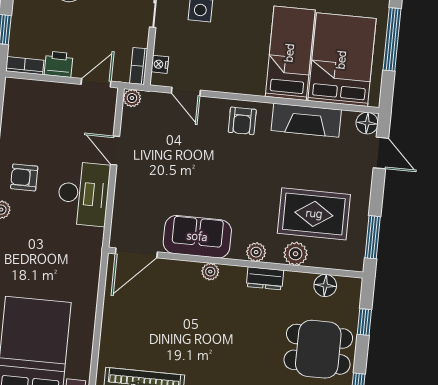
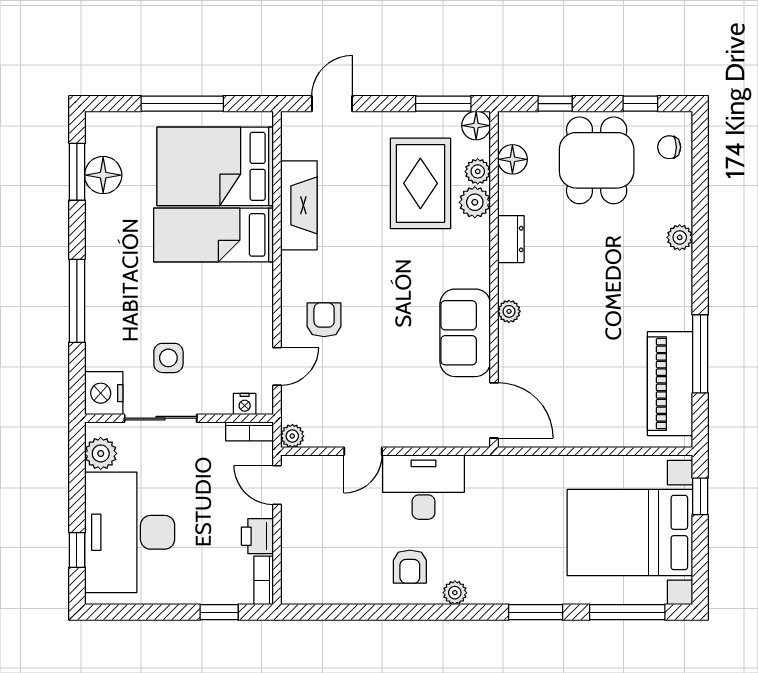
armchair: (242, 121) -> (324, 320), moved, turned -90
floor lamp: (367, 123) -> (476, 126), moved
plant: (256, 252) -> (478, 171), moved

